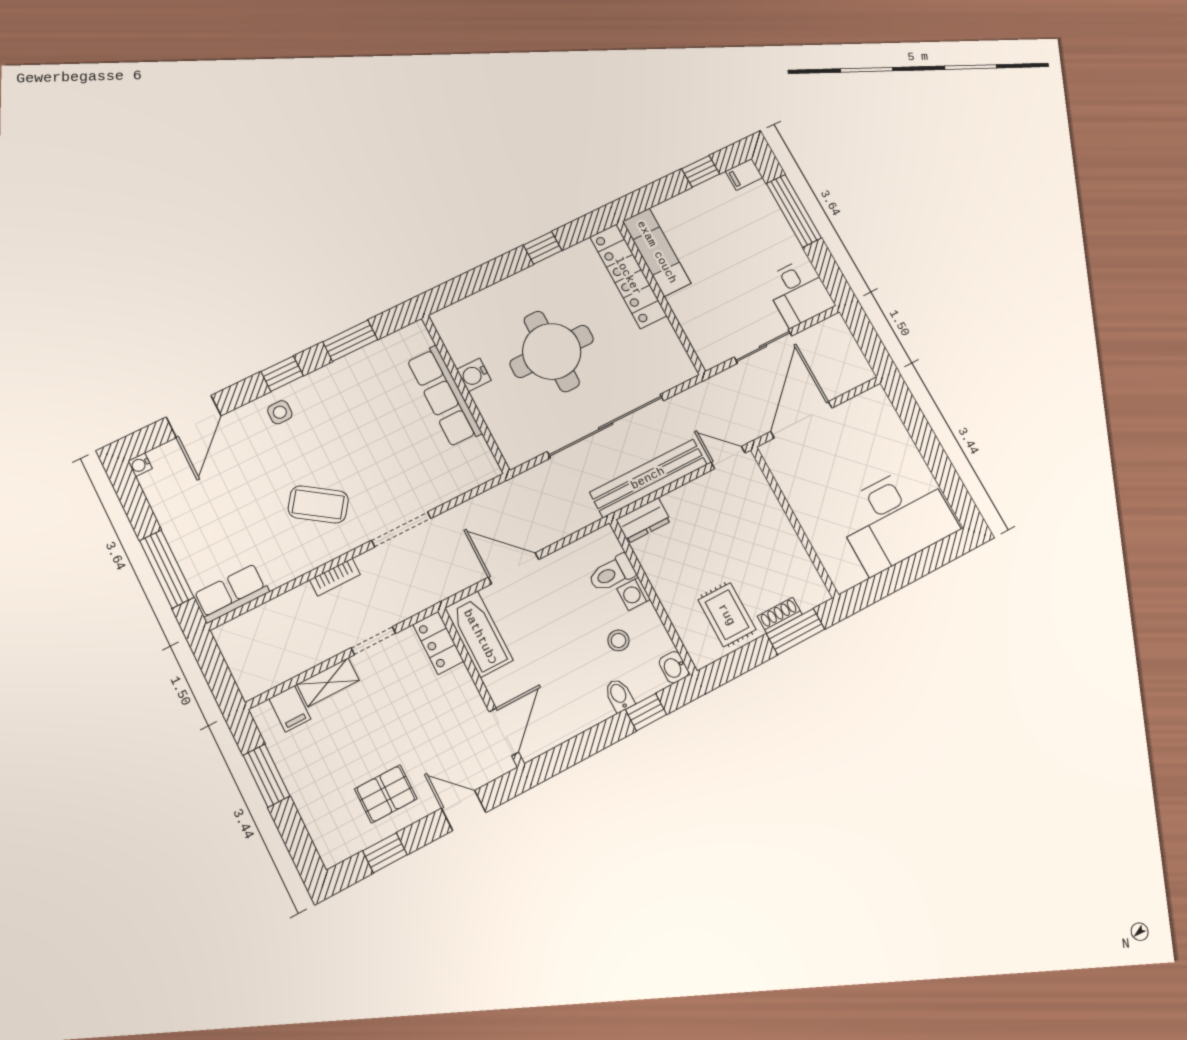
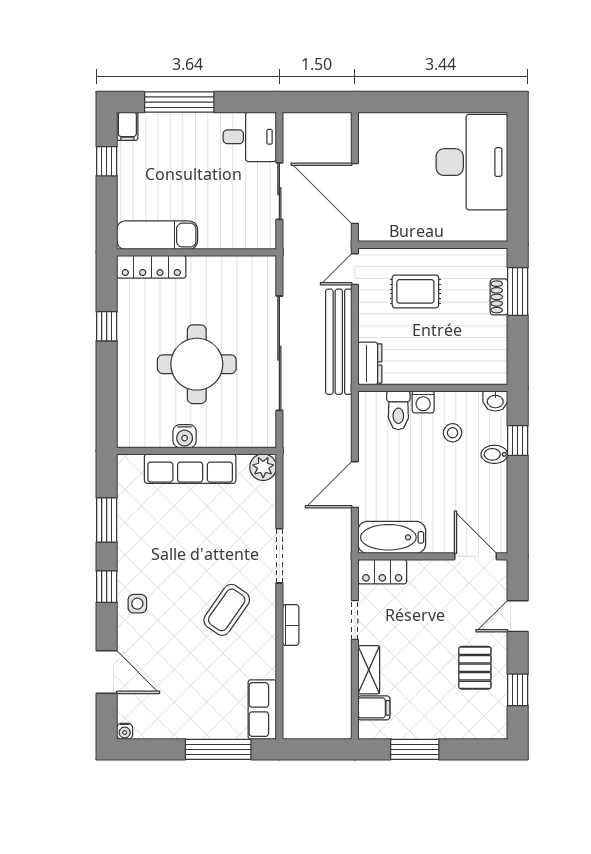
locker: (628, 276) -> (151, 267), width x0.71, depth x0.83
plant: (483, 467) -> (263, 467), added
rug: (727, 615) -> (415, 291), moved

